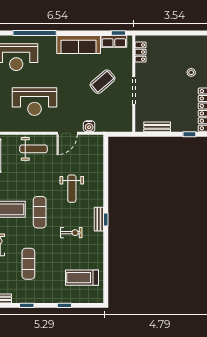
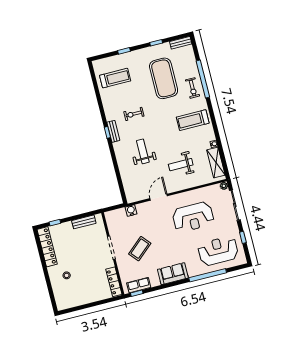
sofa: (79, 45) -> (173, 274), width x0.73
locker: (141, 52) -> (114, 282), width x1.53
reception desk: (35, 102) -> (193, 217), turned 180
water cooler: (89, 126) -> (131, 210), moved
weight bench: (34, 149) -> (181, 165), moved
exercise mat: (40, 212) -> (165, 124), removed
exercise mat: (28, 264) -> (164, 78), width x2.00, depth x1.45

